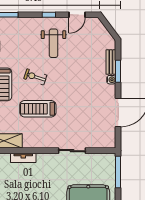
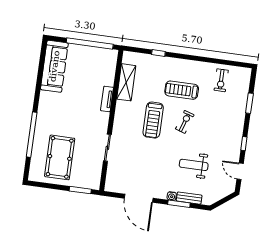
weight bench: (54, 43) -> (194, 165), moved
treadmill: (38, 109) -> (153, 120), turned 180
window: (118, 172) -> (80, 190), width x0.69

